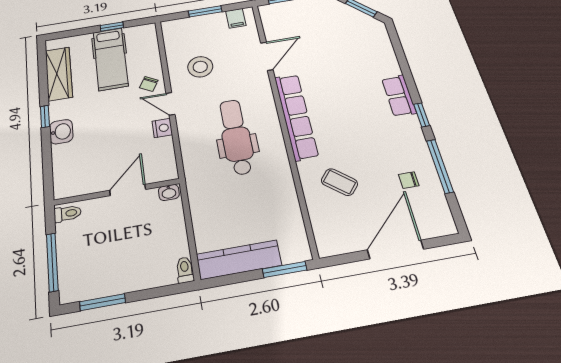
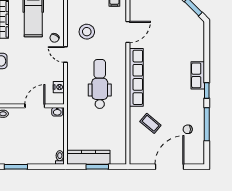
nightstand: (162, 128) -> (59, 87), moved
window: (285, 269) -> (97, 167), moved

